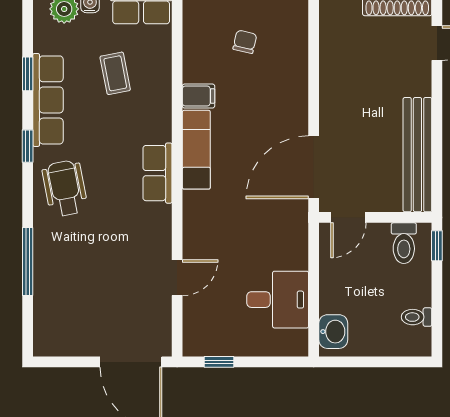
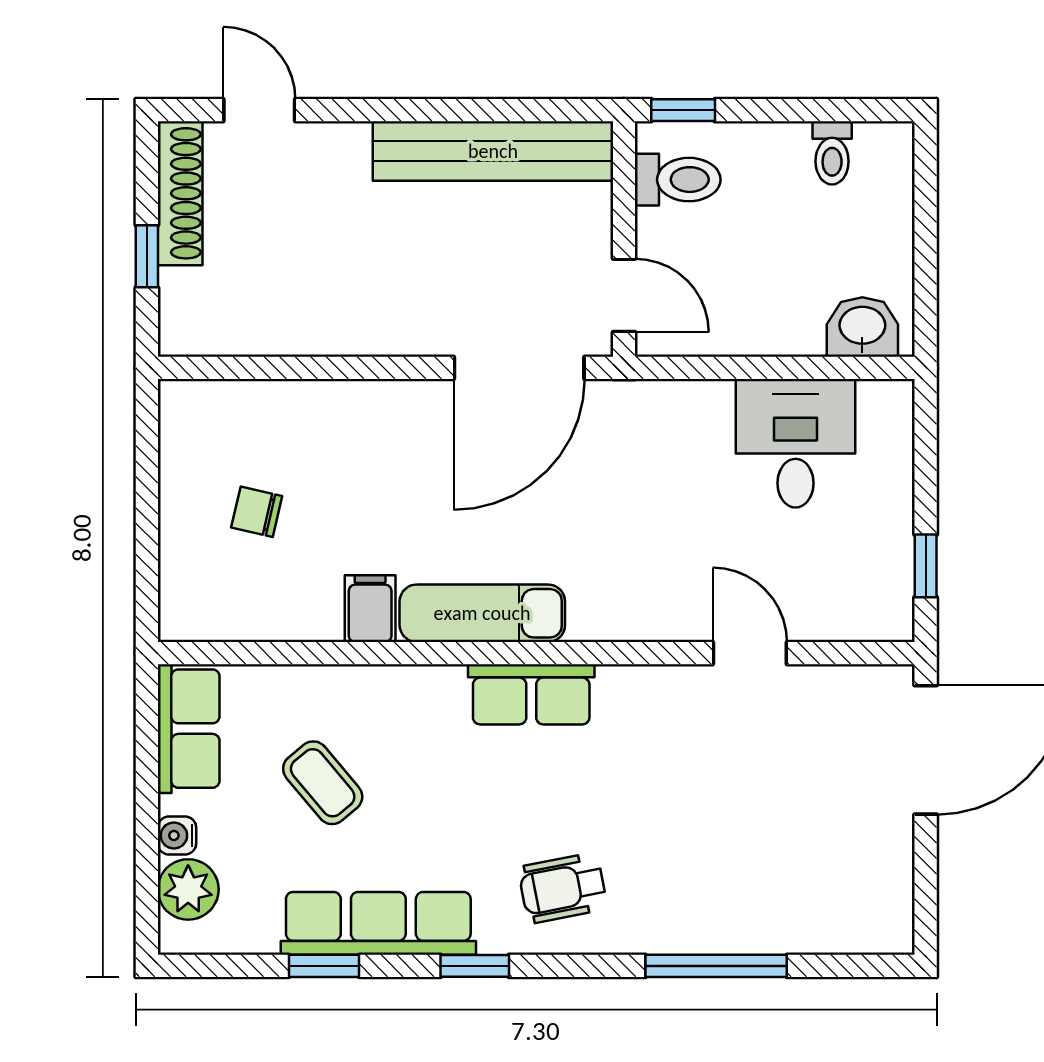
coffee table: (115, 73) -> (323, 783), turned 61
door: (314, 167) -> (519, 368), hinge flipped
wheelchair: (65, 188) -> (563, 888), width x0.73, depth x0.73

